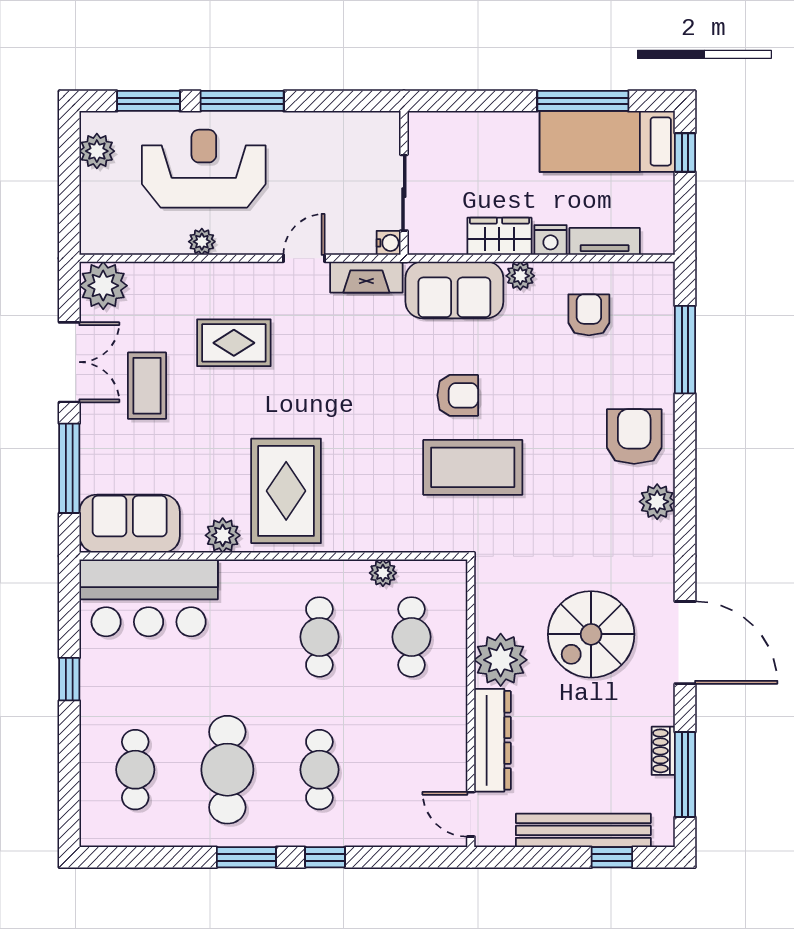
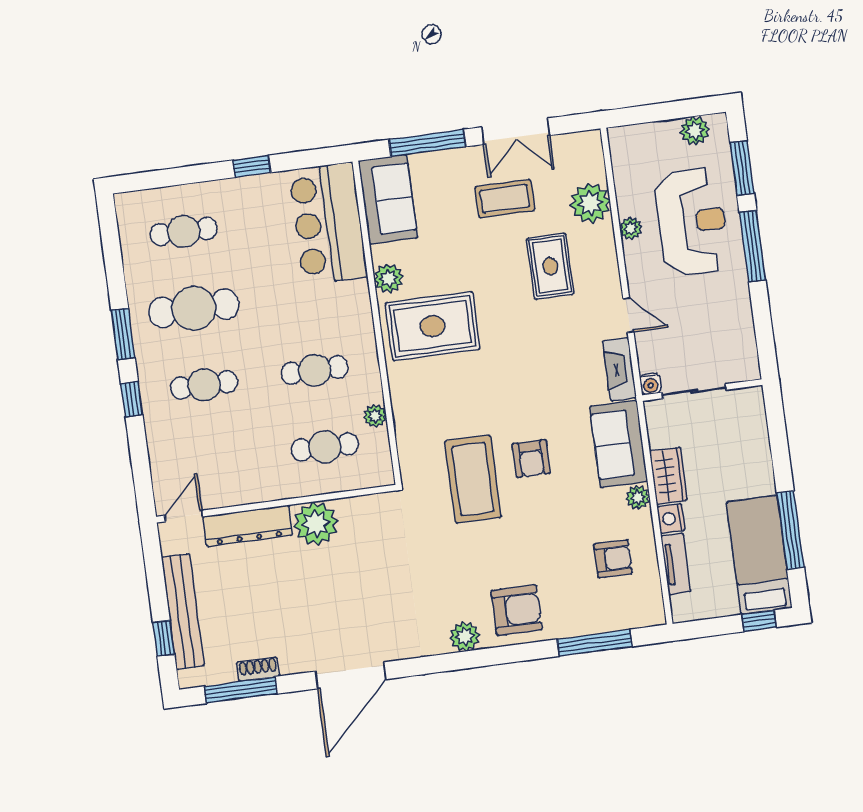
plant: (103, 286) -> (590, 203), moved
spiral stairs: (591, 634) -> (347, 596), removed

